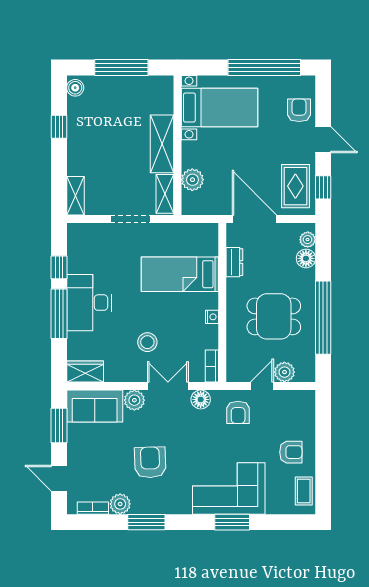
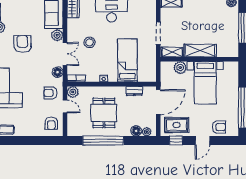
bed with nightstands: (220, 108) -> (205, 83), moved
plant: (284, 372) -> (73, 92), moved
armchair: (291, 452) -> (51, 123), moved
armchair: (150, 462) -> (22, 44), turned -88

